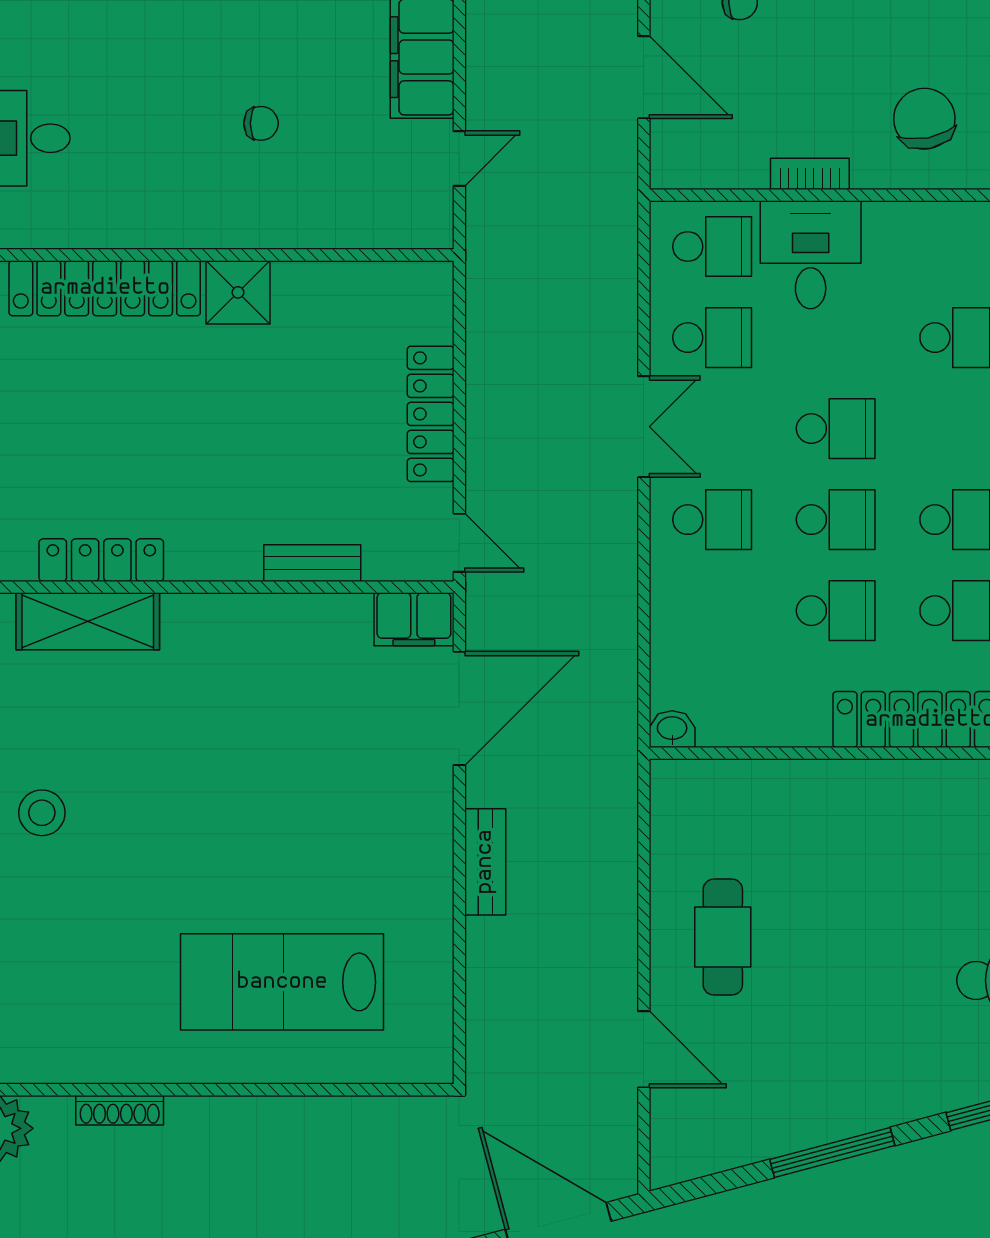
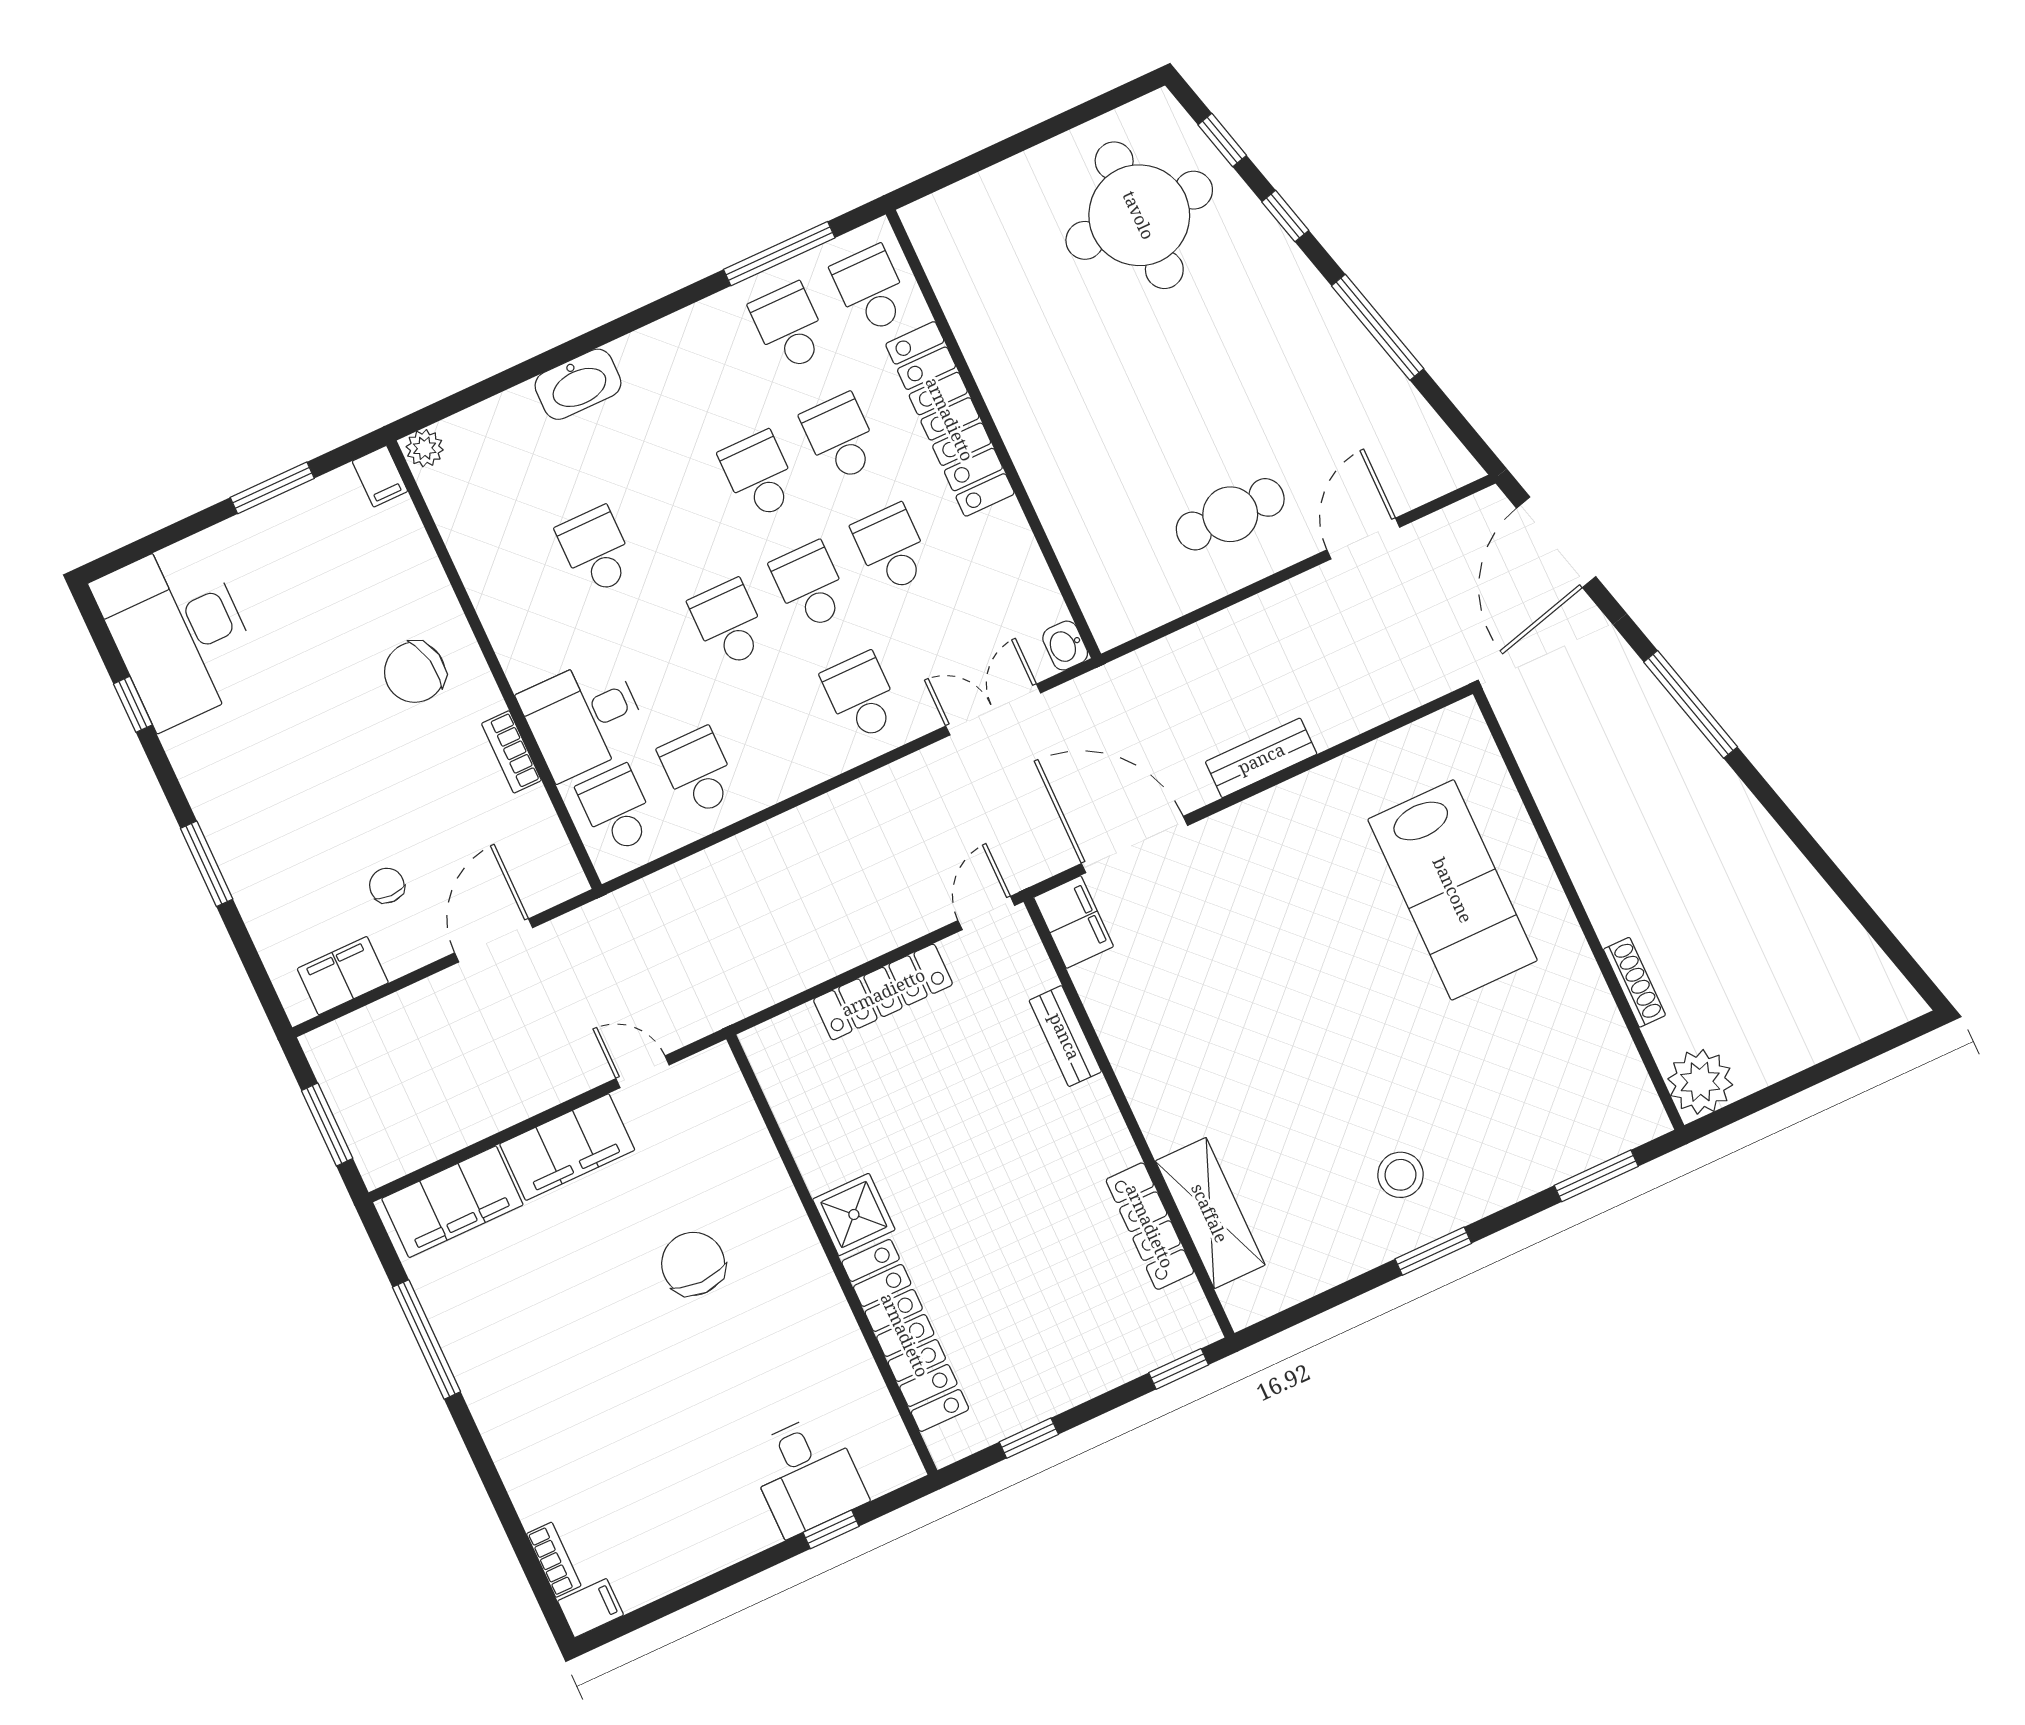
chair: (261, 123) -> (693, 1264), width x1.87, depth x1.87
double door: (644, 427) -> (993, 710), moved

